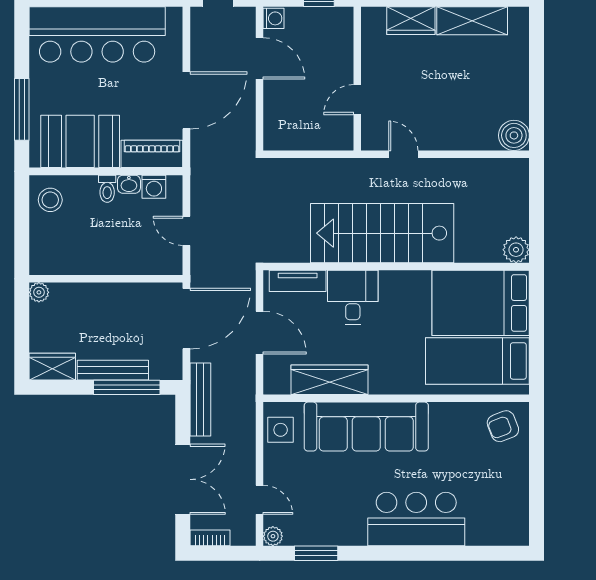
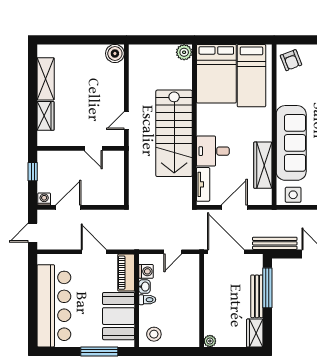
door: (186, 100) -> (94, 252), width x0.73

